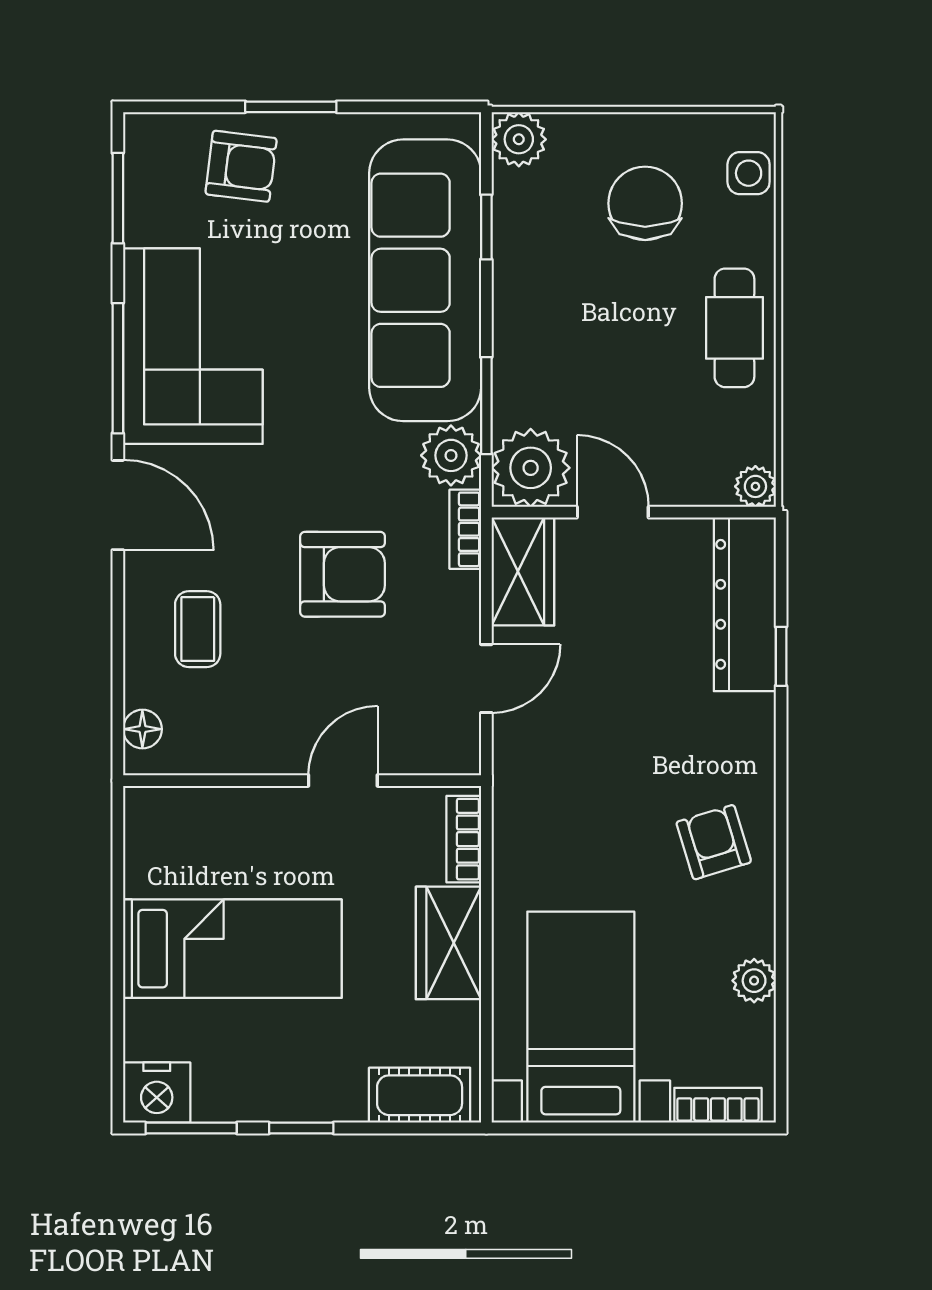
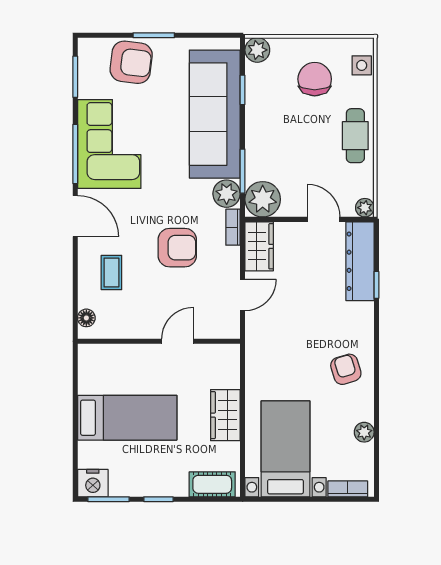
armchair: (241, 166) -> (131, 62), width x1.38, depth x1.38
door: (613, 512) -> (324, 219), moved
bookcase: (464, 839) -> (232, 368), removed

